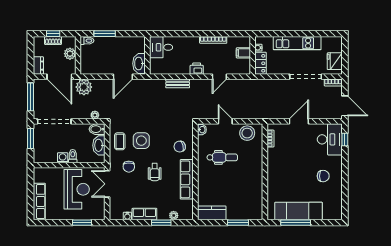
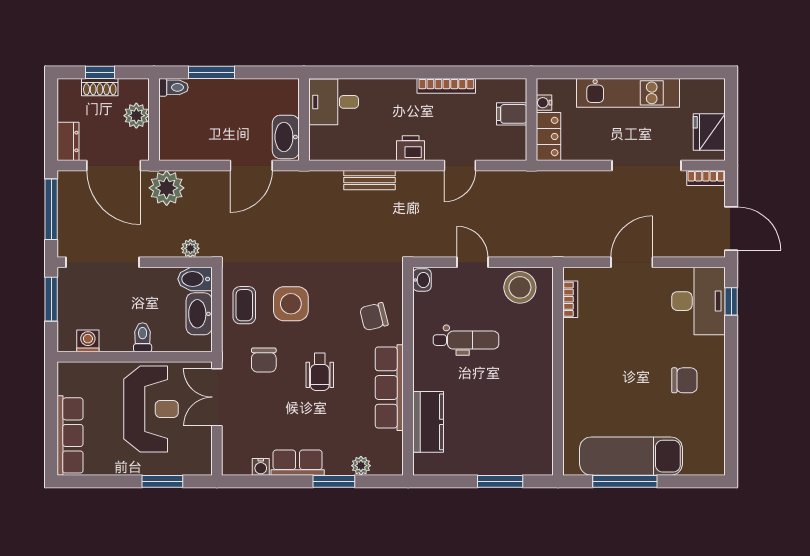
washing machine: (63, 158) -> (88, 341), moved
kitchen counter: (212, 213) -> (428, 422), moved, turned 90

